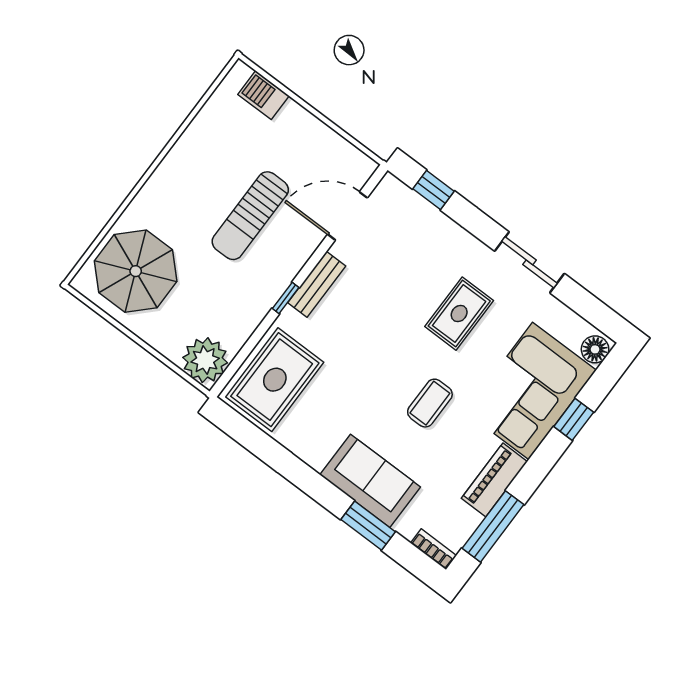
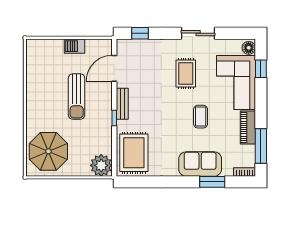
barbecue: (264, 95) -> (74, 46), moved
window: (574, 419) -> (261, 69), moved

